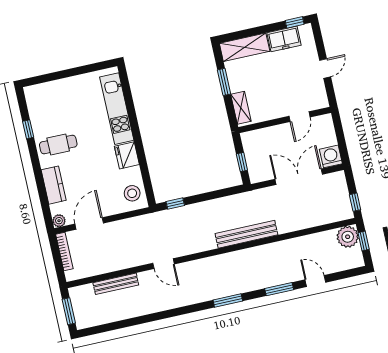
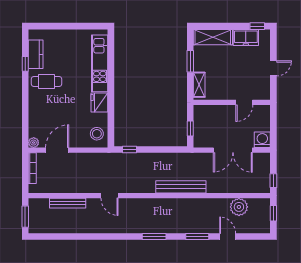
double door: (299, 177) -> (233, 150), swing flipped
kitchen counter: (54, 185) -> (36, 54), moved
plant: (348, 237) -> (239, 207), moved

